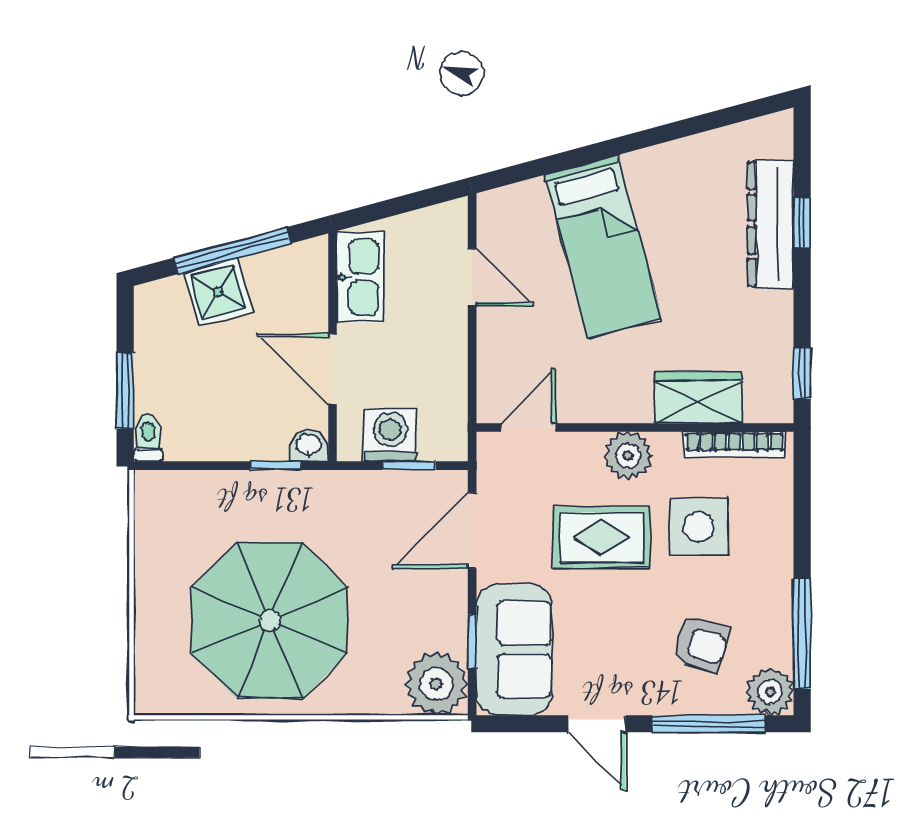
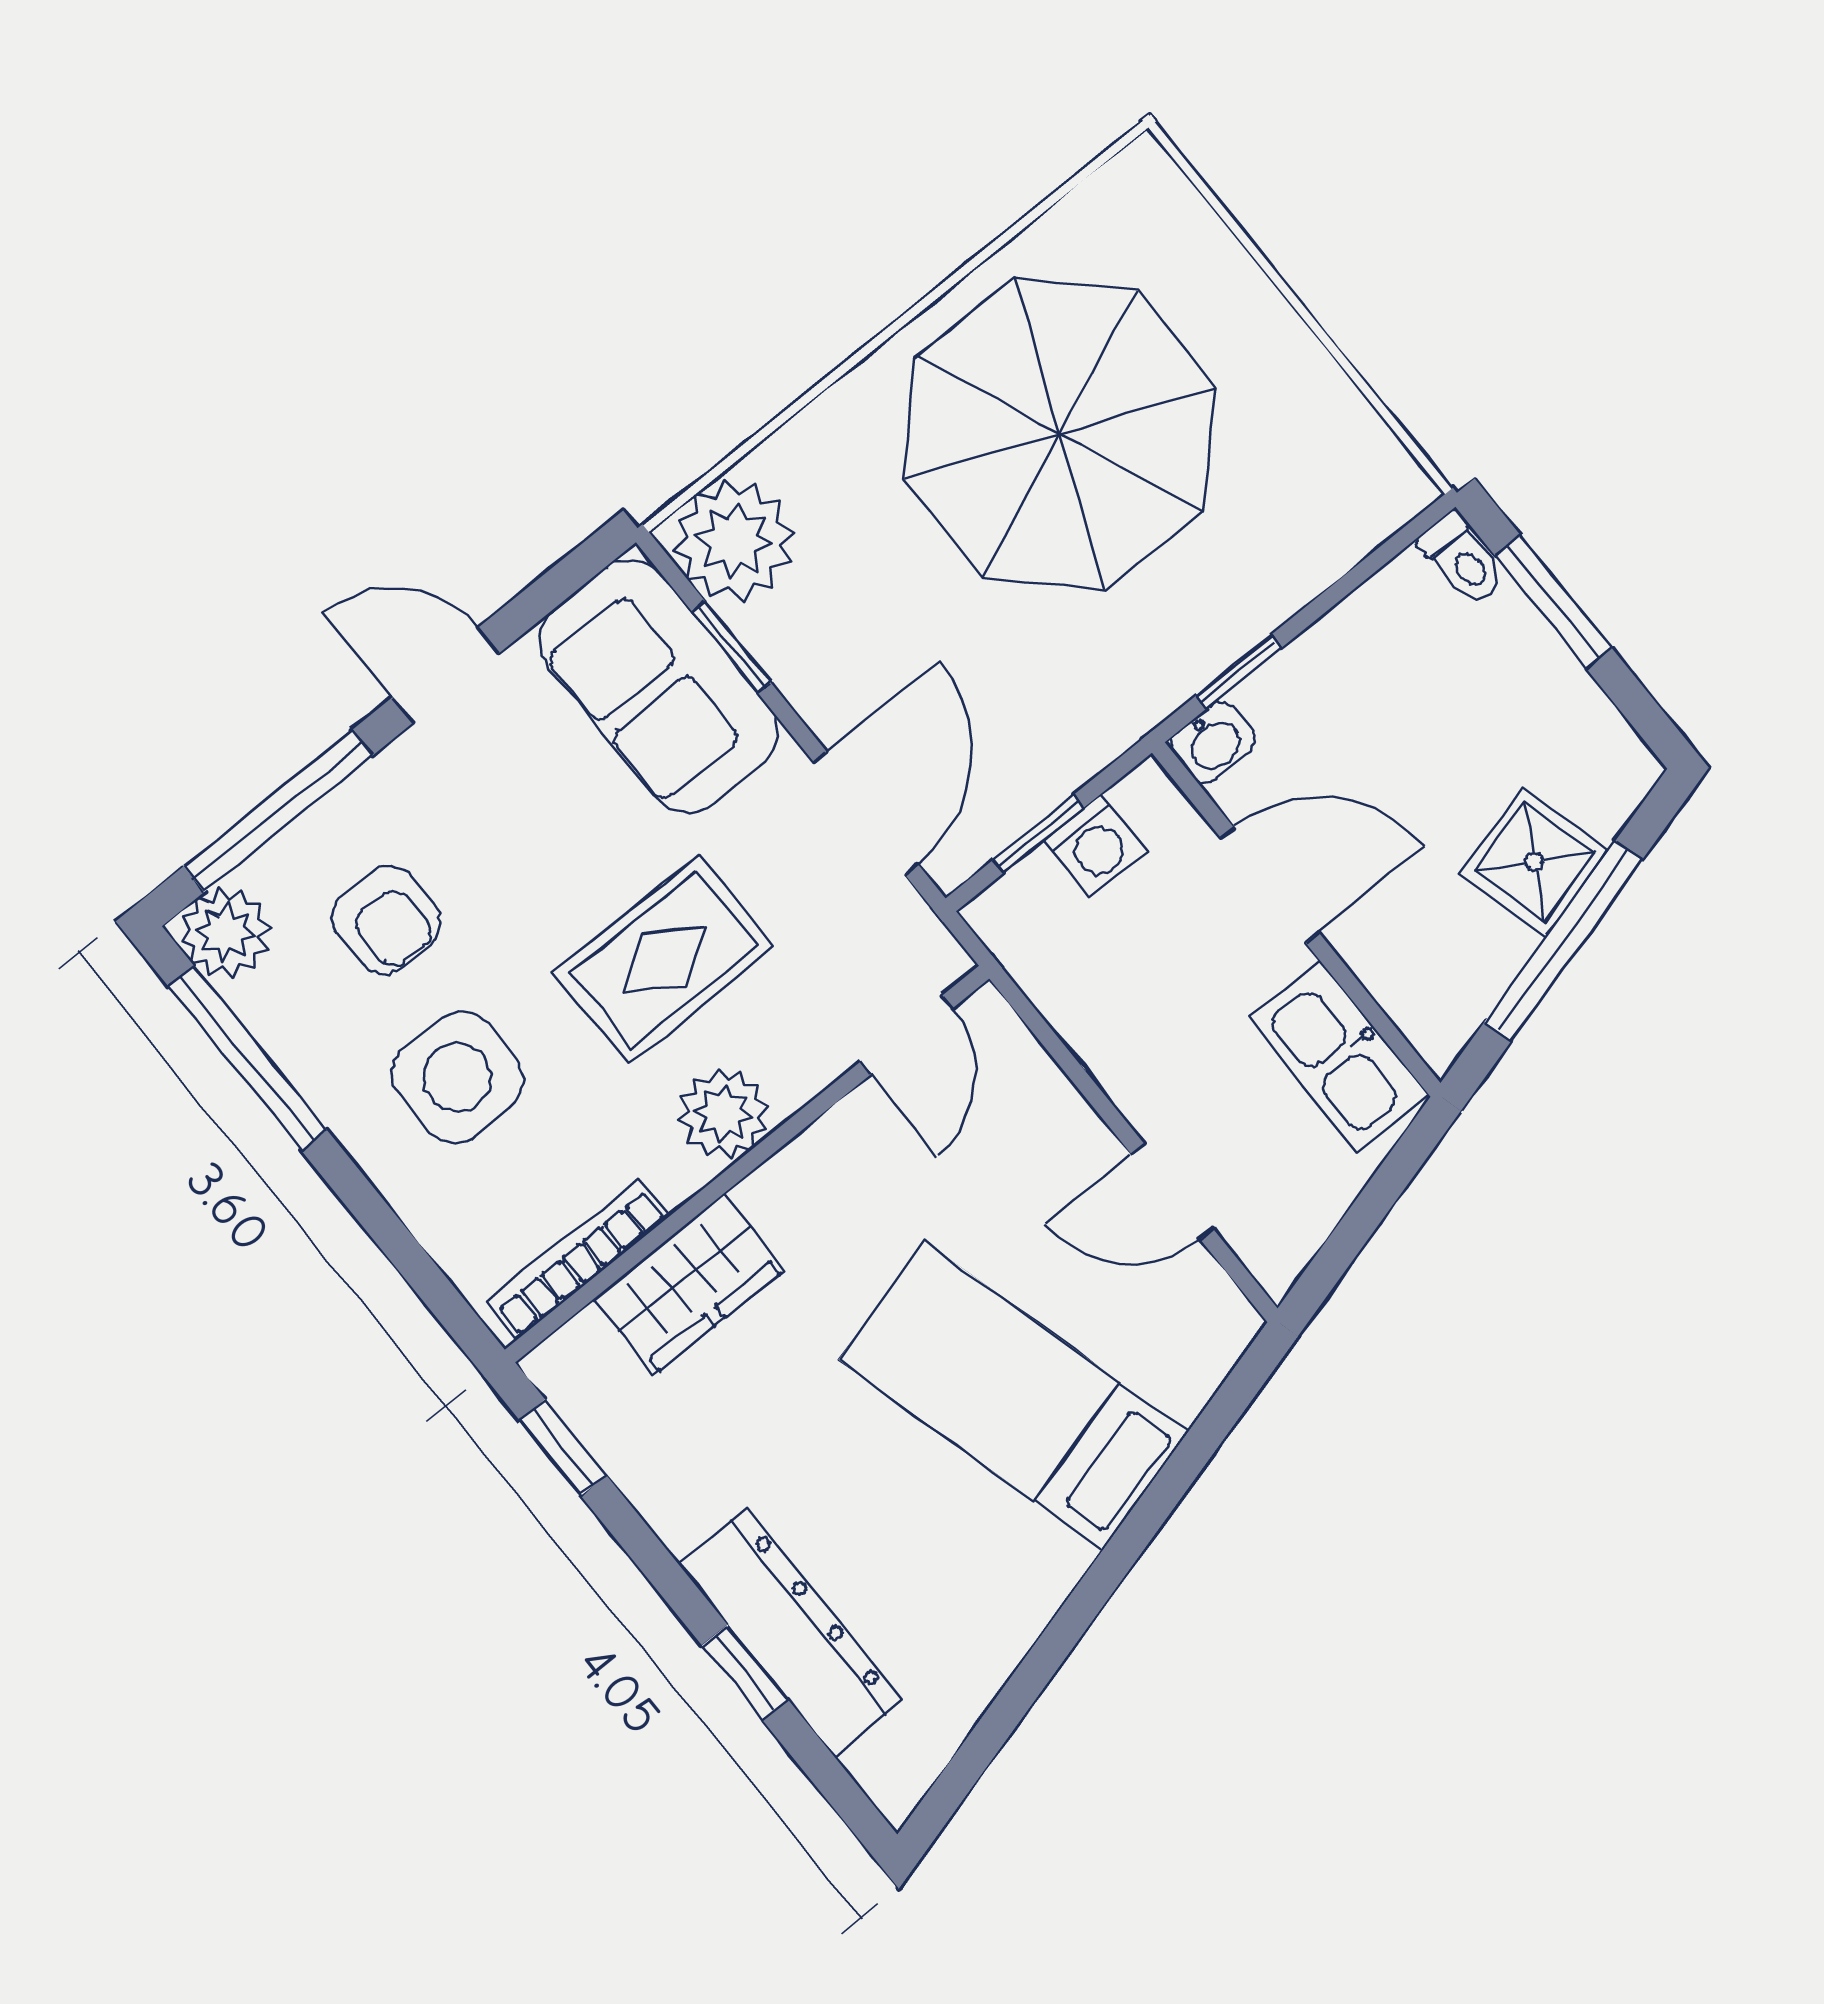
washing machine: (390, 435) -> (1095, 846), width x0.73, depth x0.73
side table: (699, 526) -> (457, 1077), moved
armchair: (701, 644) -> (386, 920), turned -107

